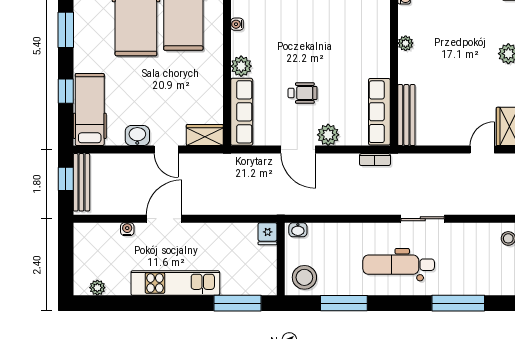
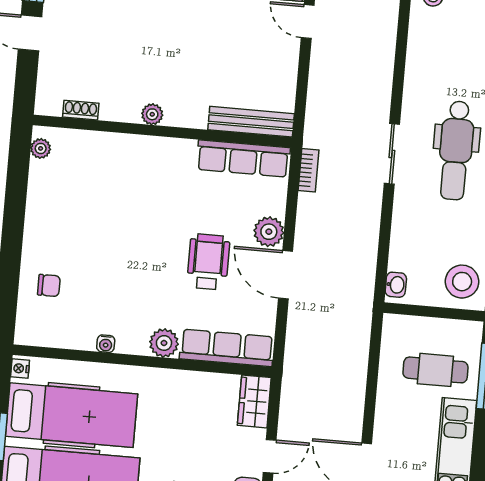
wheelchair: (303, 93) -> (208, 262), width x1.36, depth x1.37
door: (298, 150) -> (286, 275), swing flipped
sliding door: (423, 219) -> (392, 154), moved
fridge: (268, 234) -> (397, 327), removed
cafe table: (239, 264) -> (435, 370), added

